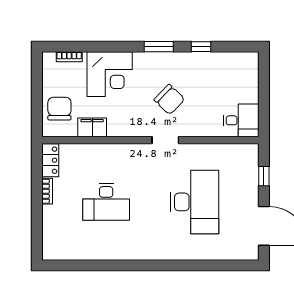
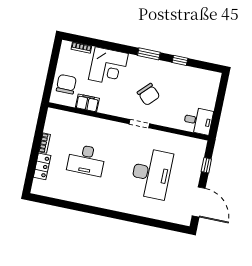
locker: (50, 160) -> (42, 166), moved

